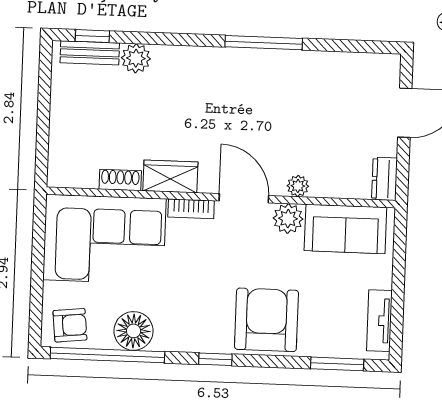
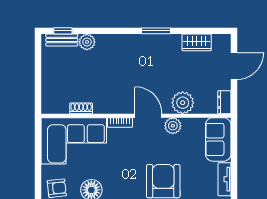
window: (264, 43) -> (156, 31), width x0.69
wardrobe: (170, 176) -> (197, 42), moved, turned 180
plant: (298, 186) -> (183, 103), width x1.87, depth x1.87
sofa: (345, 229) -> (218, 139), moved, turned 90

